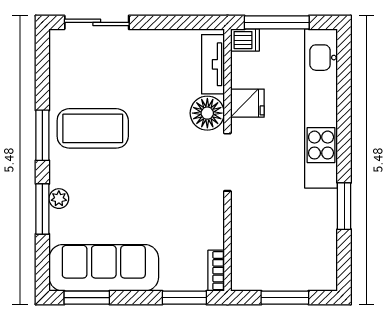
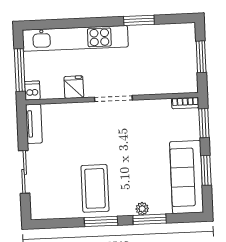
sliding door: (97, 22) -> (24, 172), moved
tv unit: (213, 64) -> (34, 124), moved, turned -90
floor lamp: (207, 113) -> (82, 113), removed
window: (87, 298) -> (206, 170), moved

